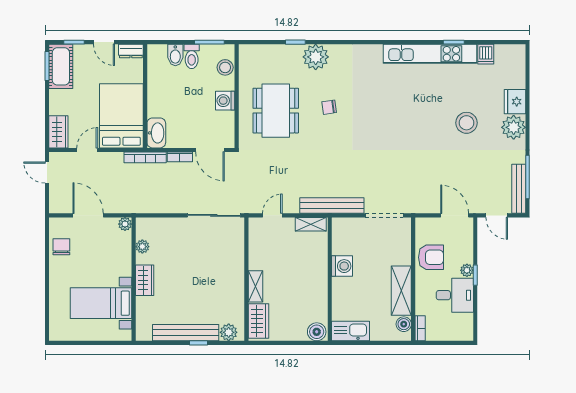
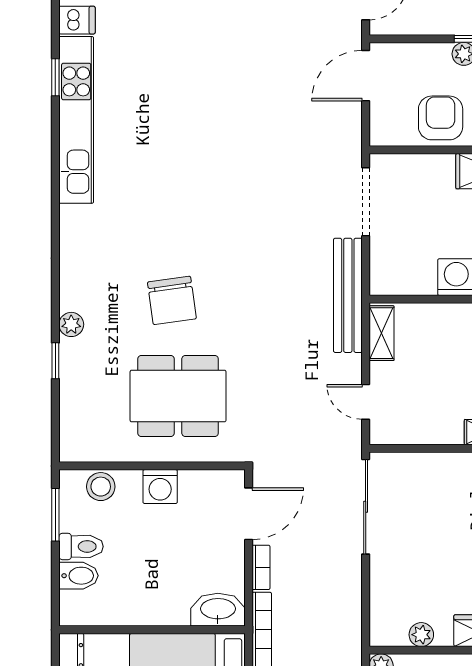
plant: (316, 57) -> (71, 324), width x0.53, depth x0.53
chair: (329, 107) -> (172, 300), width x1.87, depth x1.87
stool: (466, 123) -> (200, 54), removed

